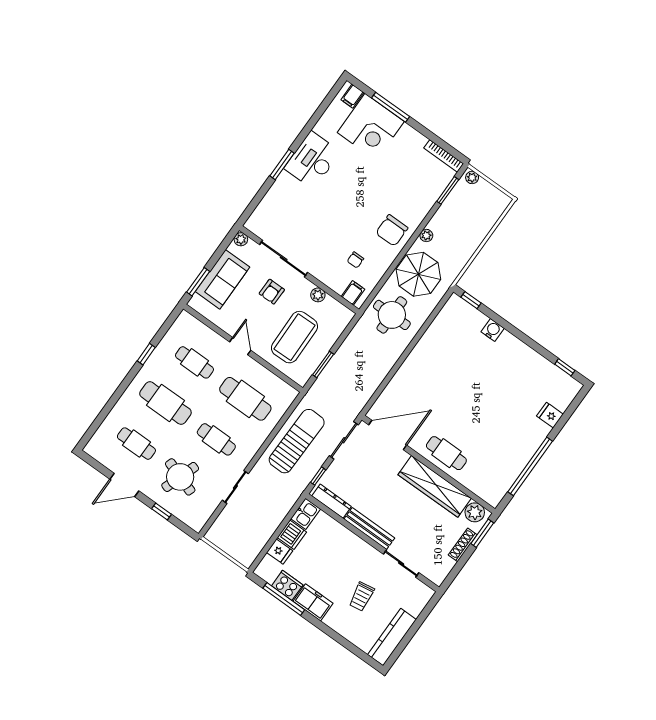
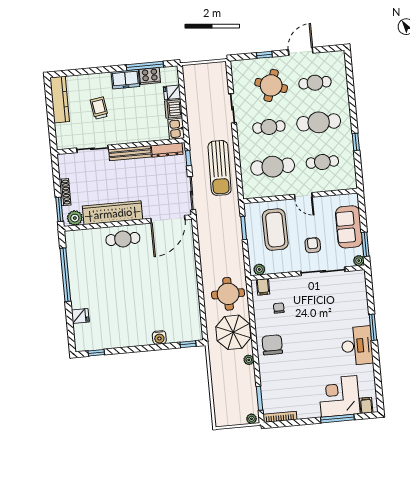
window: (198, 282) -> (365, 244), moved
plant: (318, 295) -> (259, 269), moved

